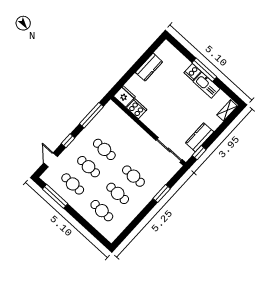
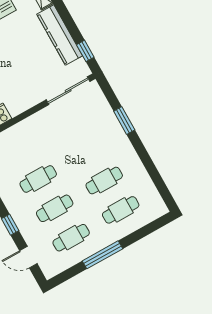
kitchen counter: (200, 137) -> (60, 35), width x1.50
cafe table: (133, 176) -> (88, 151), removed
window: (55, 196) -> (102, 255), moved

